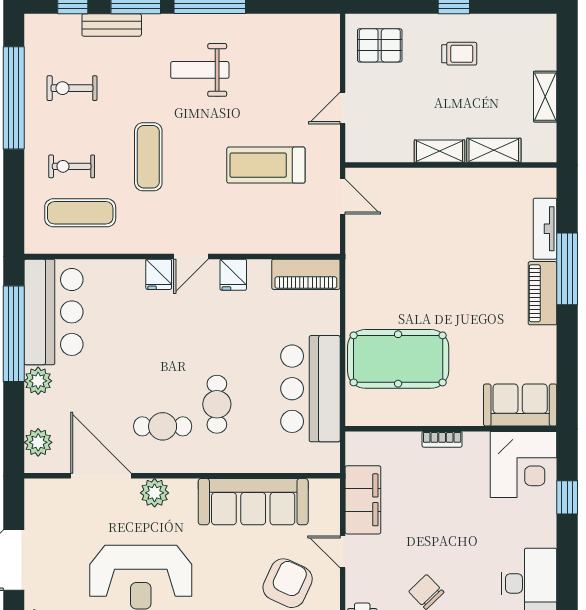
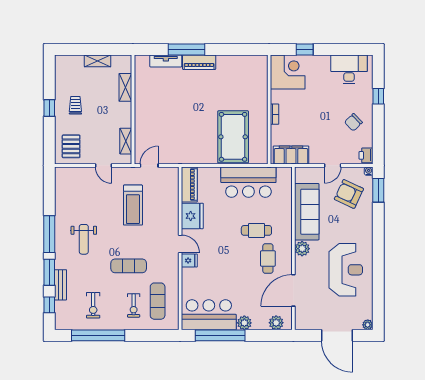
shelving: (440, 151) -> (126, 141), moved
fridge: (233, 275) -> (192, 216), width x1.88, depth x1.34
sofa: (520, 405) -> (257, 74), removed
plant: (155, 493) -> (302, 249), moved
filing cabinet: (363, 500) -> (291, 155), moved

